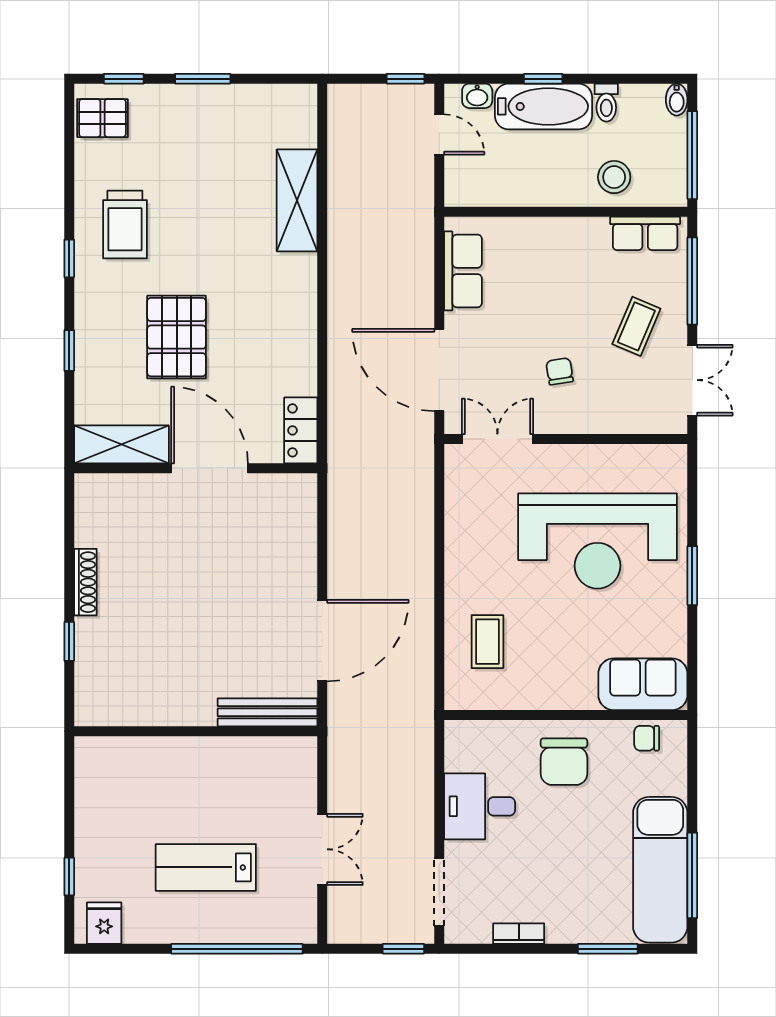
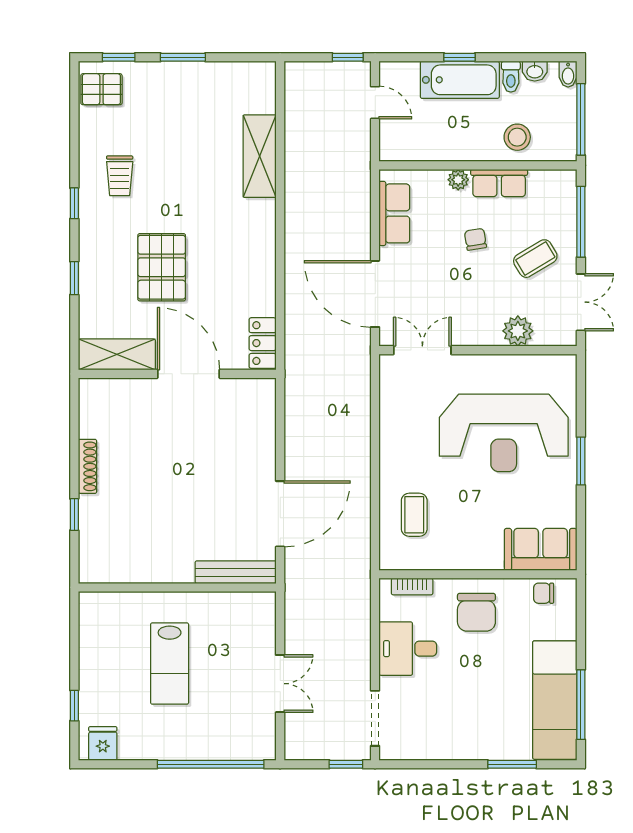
washbasin: (477, 96) -> (535, 71), moved
trolley: (125, 225) -> (120, 176), width x0.73, depth x0.72
plant: (541, 229) -> (458, 180), added
row of seats: (645, 233) -> (499, 183), moved
coffee table: (636, 326) -> (535, 259), turned 36
chair: (560, 371) -> (475, 239), moved
plant: (615, 415) -> (518, 331), added
lab bench: (206, 867) -> (170, 664), moved, turned -90
bookcase: (519, 934) -> (412, 587), moved, turned 180

